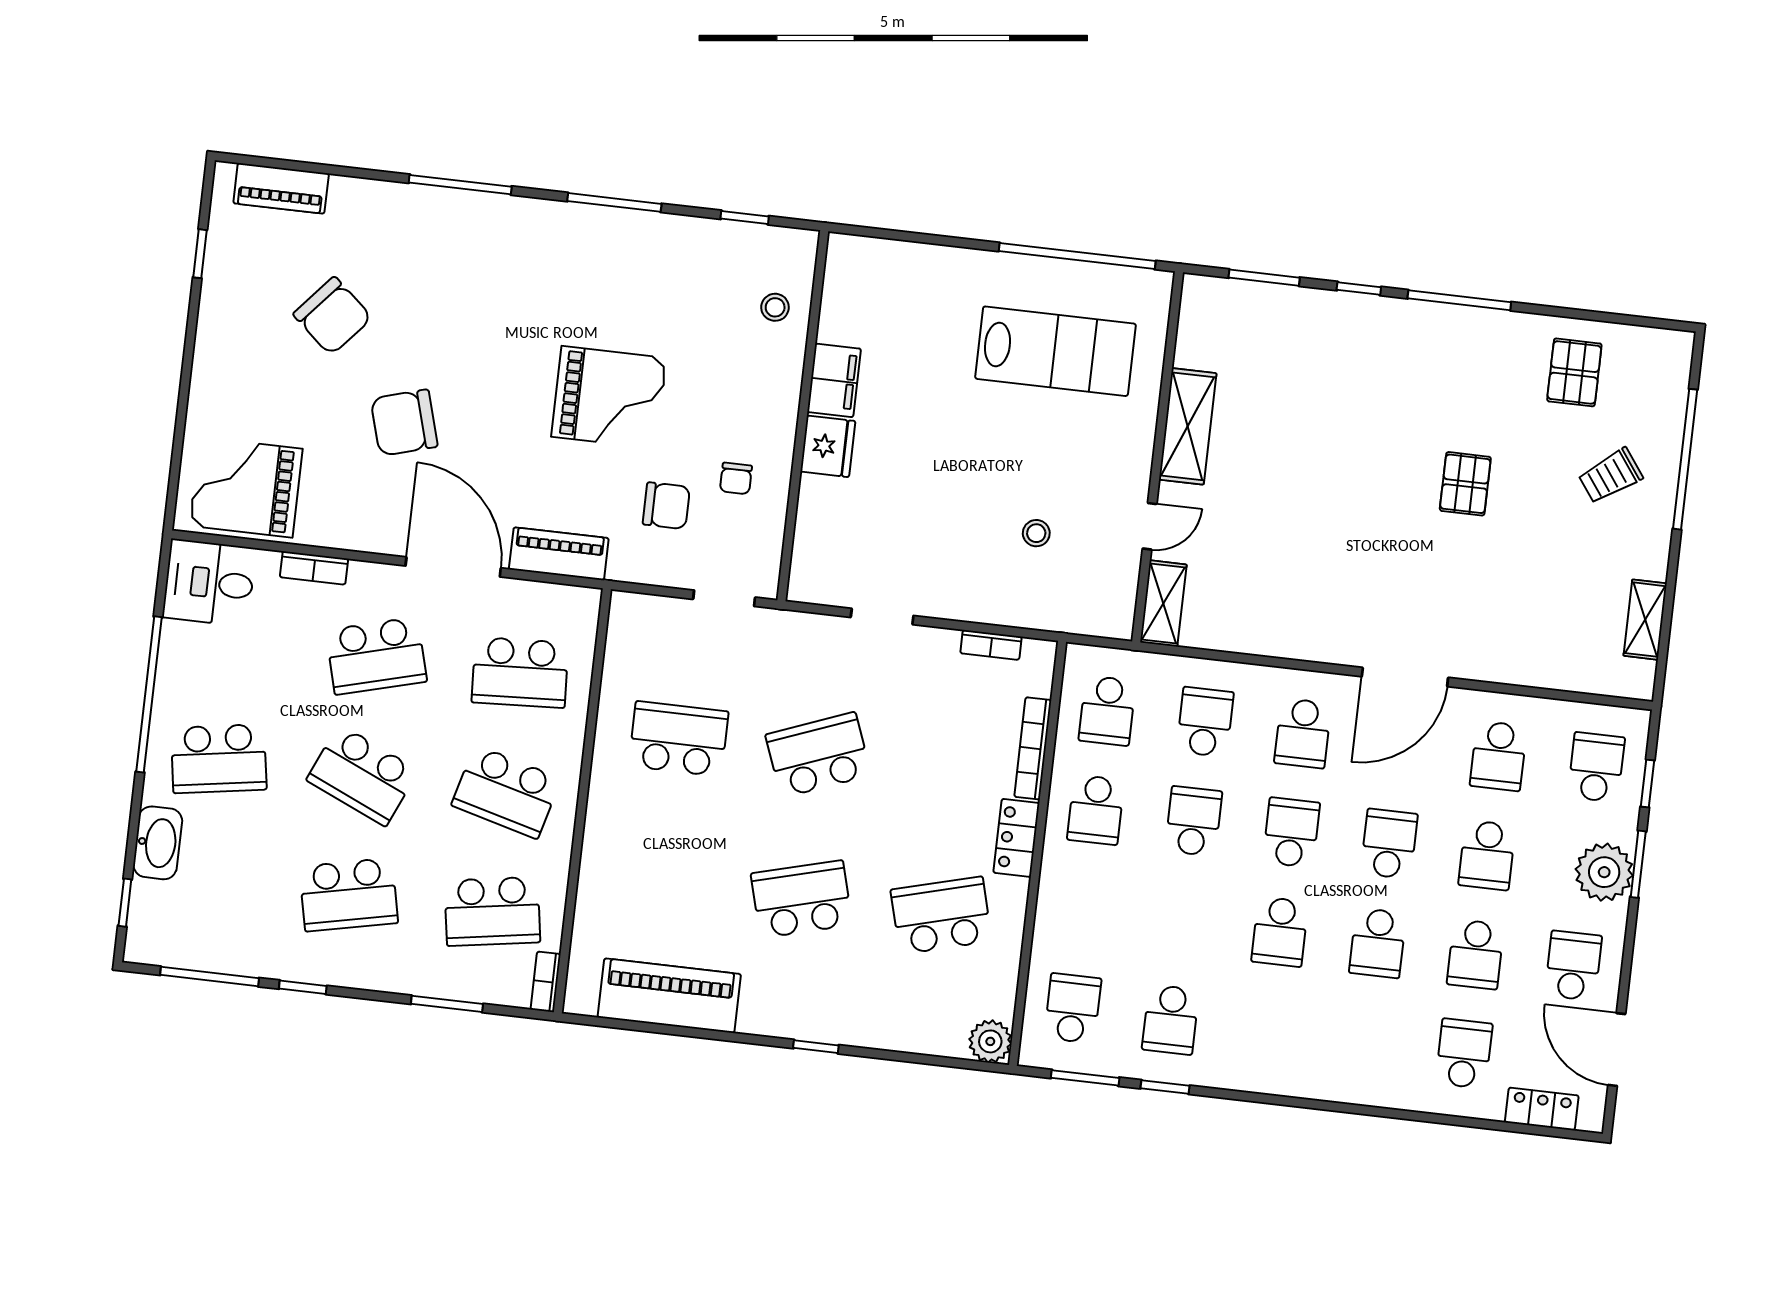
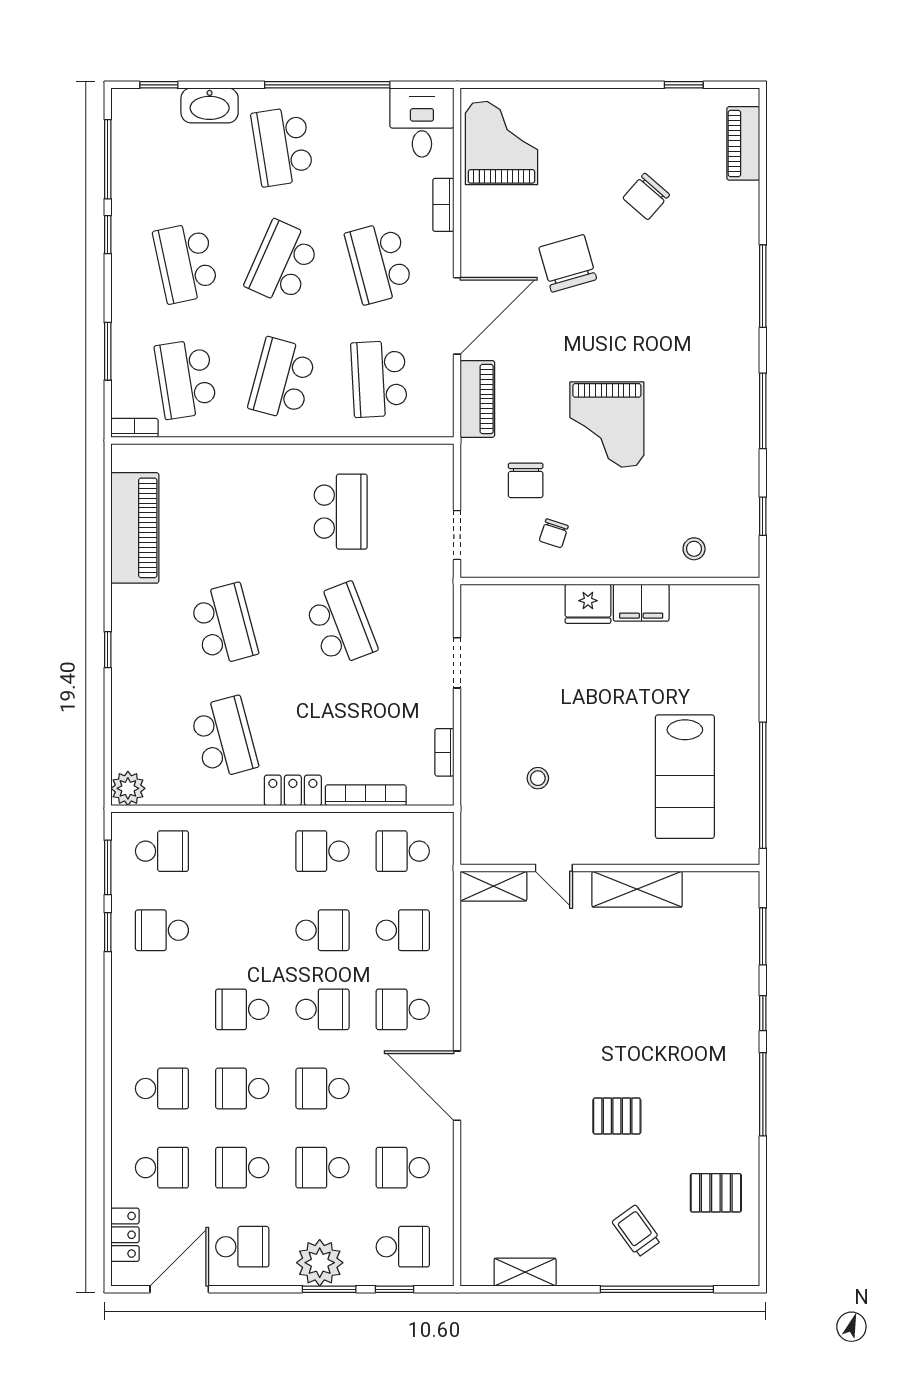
chair: (333, 316) -> (646, 196), width x0.73, depth x0.73
chair: (736, 478) -> (554, 533), turned -72
school desk: (1389, 844) -> (323, 1088), turned 180
school desk: (1366, 1042) -> (162, 1088), added

